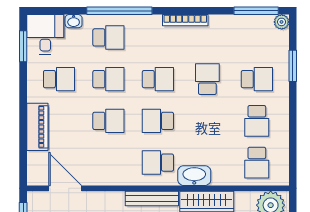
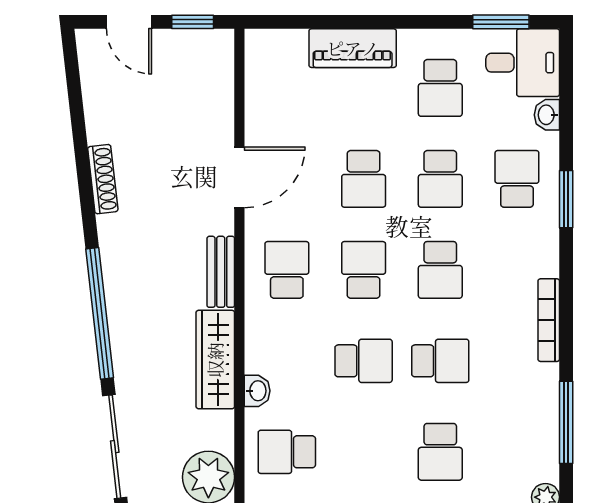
window: (119, 11) -> (566, 199), width x0.47
window: (256, 11) -> (566, 422), moved
school desk: (108, 37) -> (517, 179), turned 180
school desk: (257, 121) -> (364, 361), moved, turned 180
washbasin: (194, 176) -> (257, 391), moved, width x0.52, depth x0.69
door: (65, 188) -> (239, 177), moved
bench: (152, 198) -> (221, 272), width x0.73

